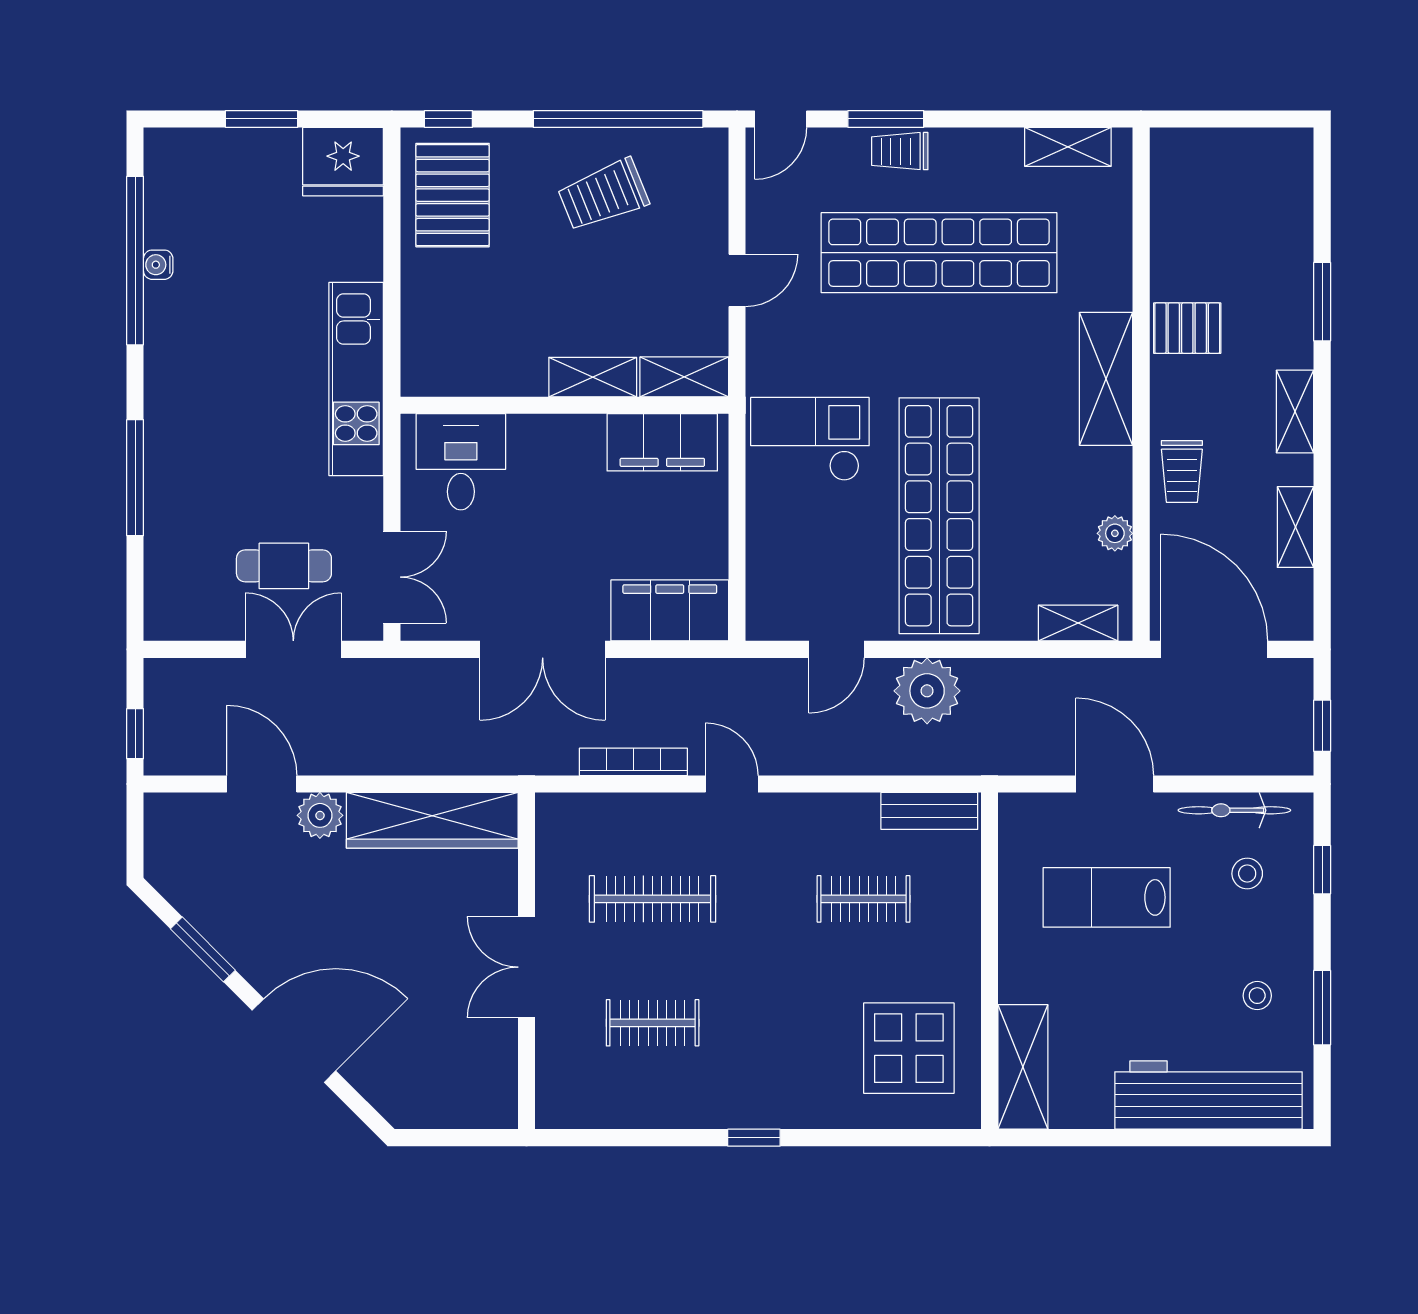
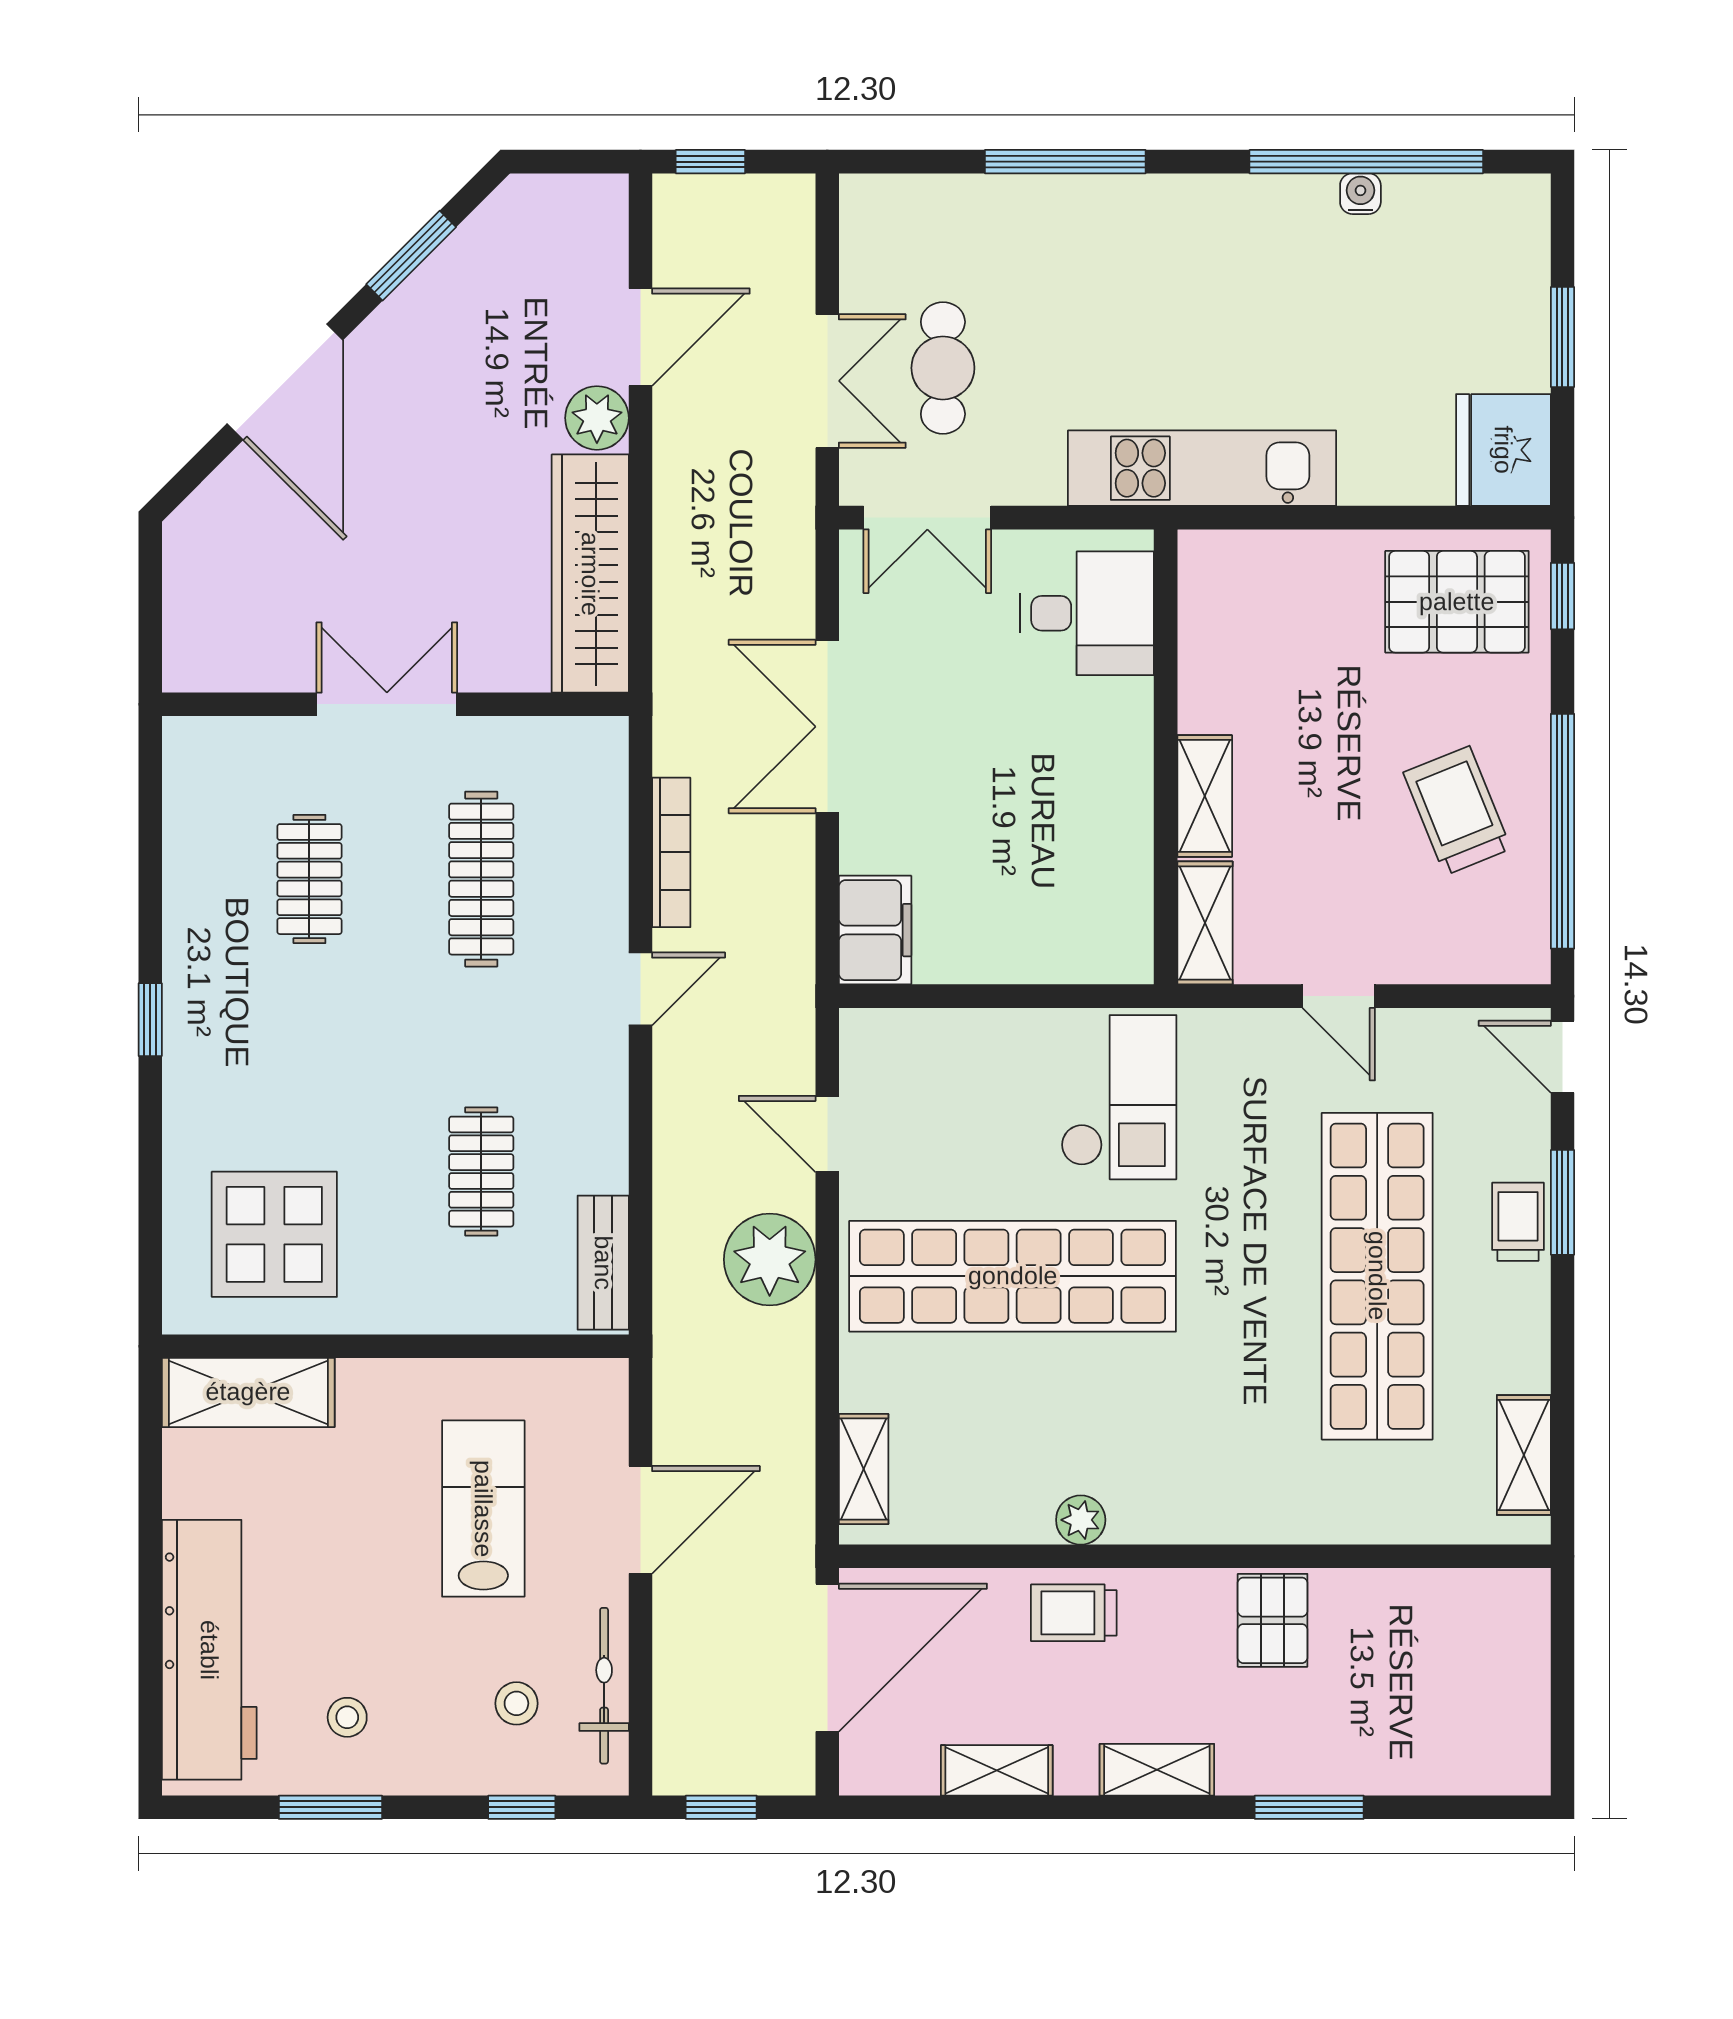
shelving: (1106, 379) -> (1202, 1508), removed
filing cabinet: (662, 442) -> (1114, 893), removed
plant: (1115, 533) -> (1081, 1520), moved
filing cabinet: (670, 610) -> (875, 930), width x0.67, depth x0.86

